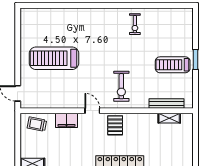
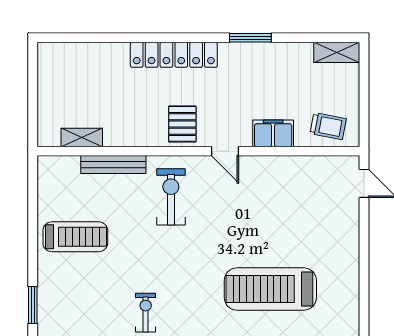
treadmill: (54, 58) -> (270, 289), moved, turned 180
window: (195, 60) -> (33, 305), moved
bench: (167, 104) -> (113, 165), moved

